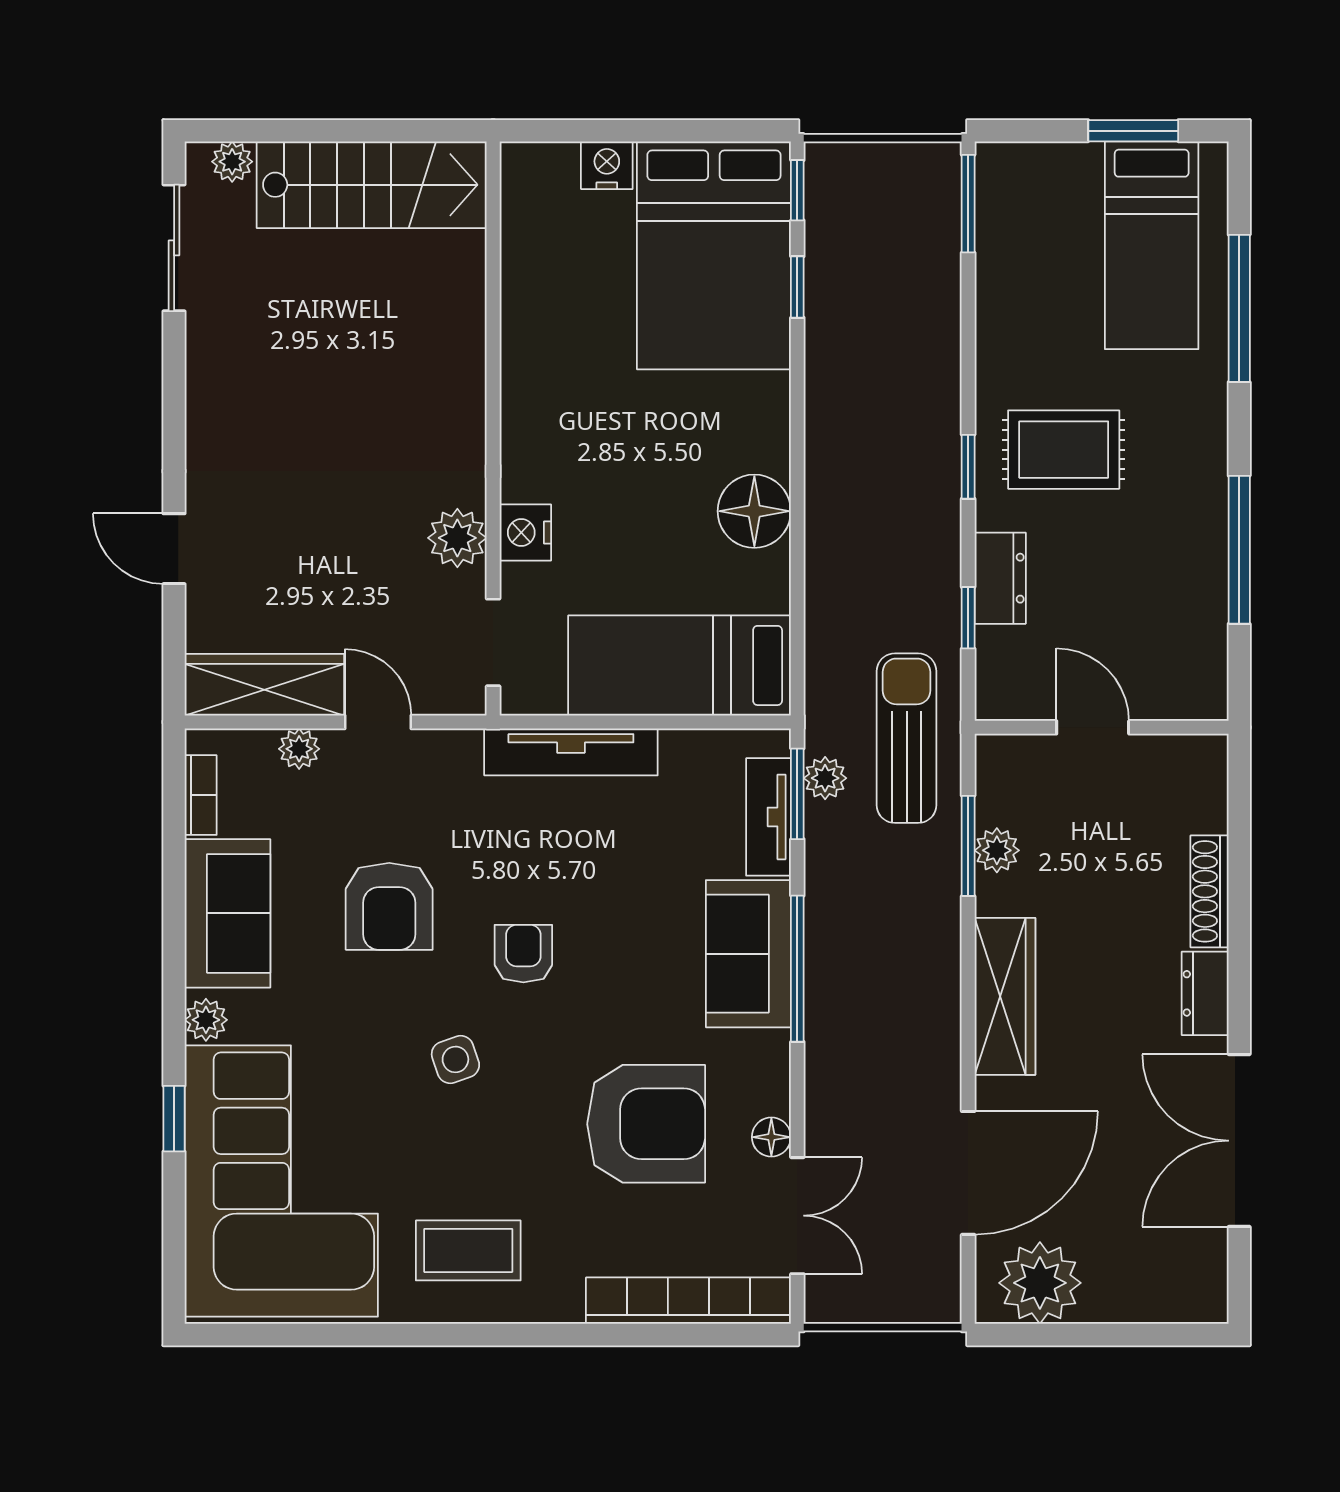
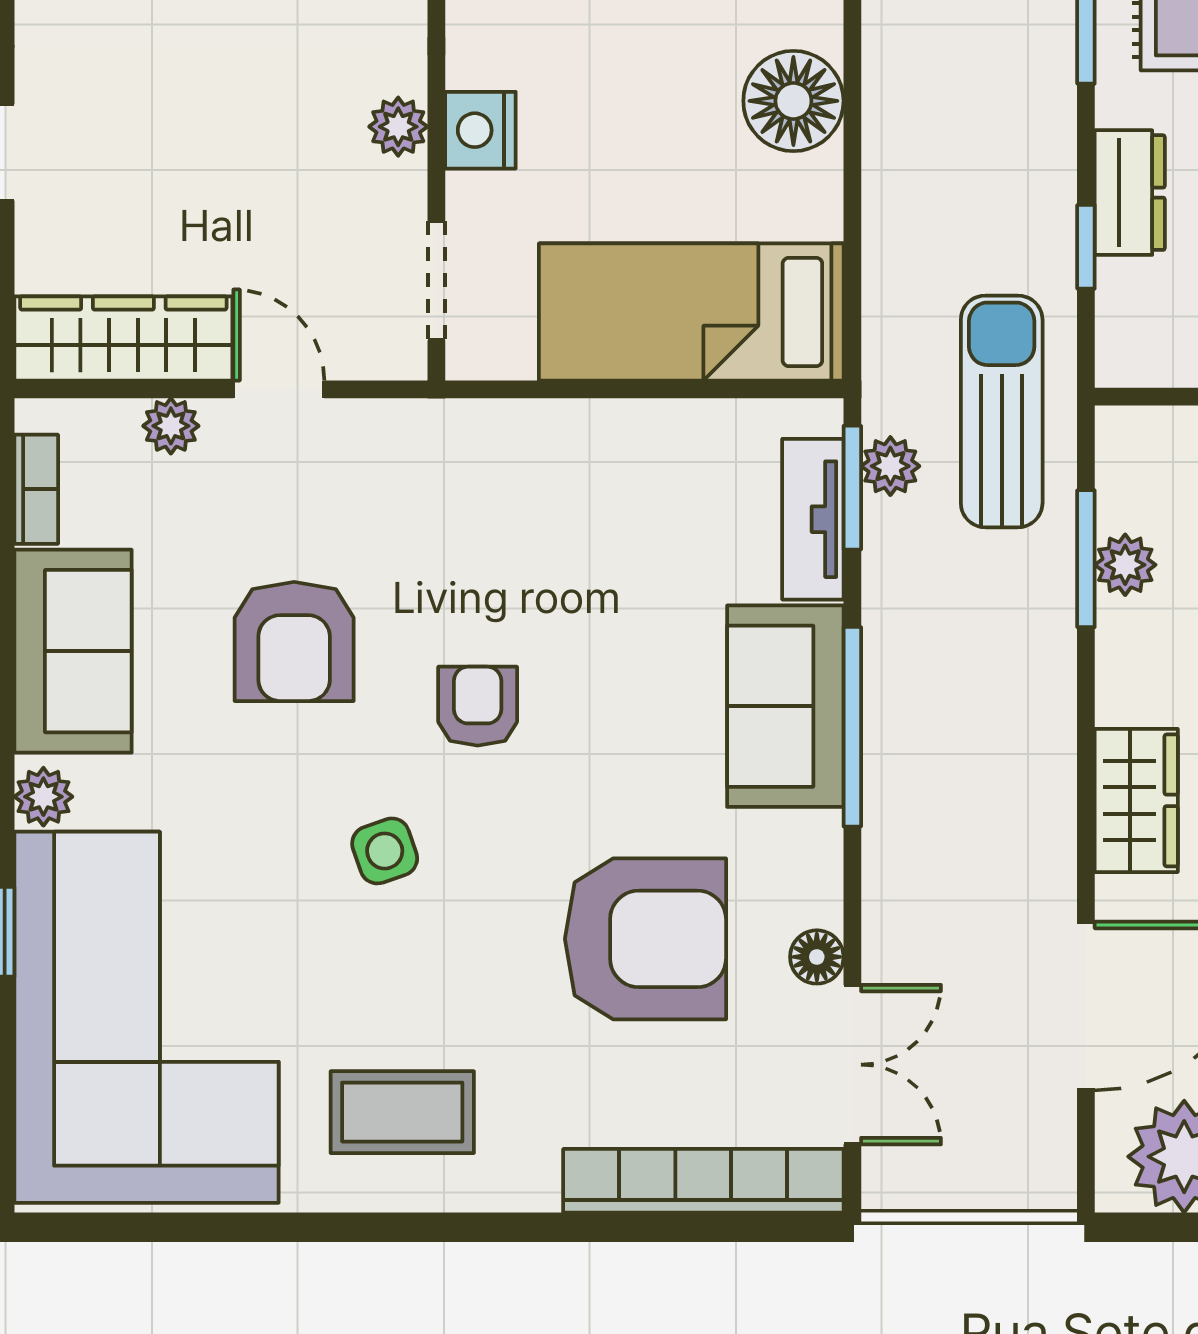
plant: (457, 538) -> (398, 127), width x0.73, depth x0.73
tv unit: (571, 752) -> (543, 430), removed
wardrobe: (1005, 996) -> (1136, 800), width x0.67

